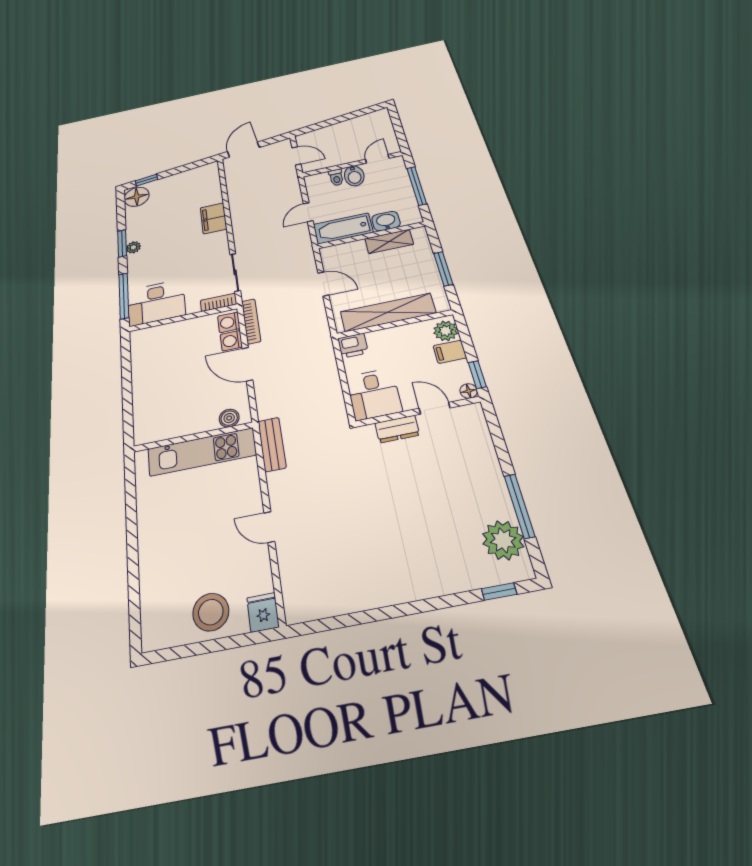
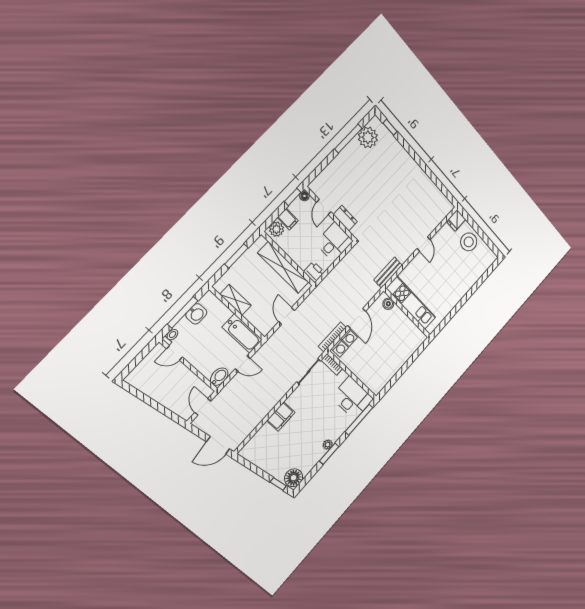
bidet: (354, 176) -> (219, 377), moved
toilet: (336, 177) -> (171, 336), moved
washbasin: (386, 221) -> (196, 314), moved, turned -90

